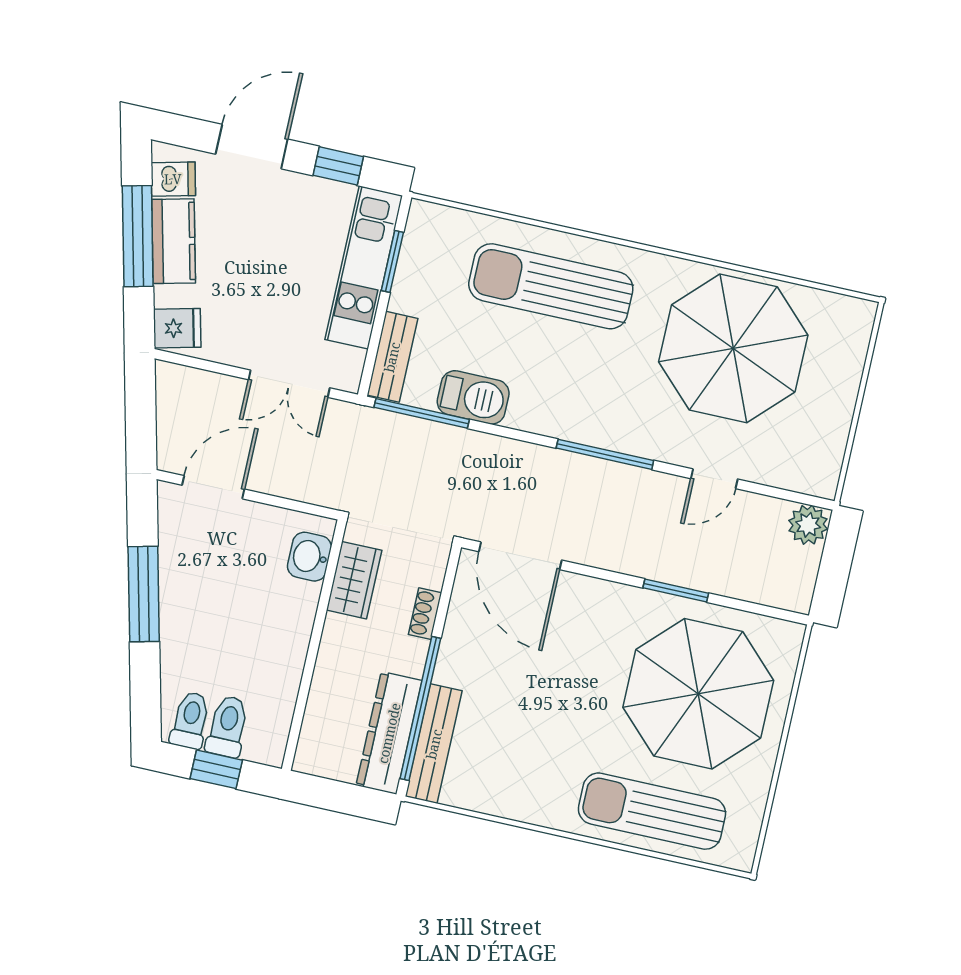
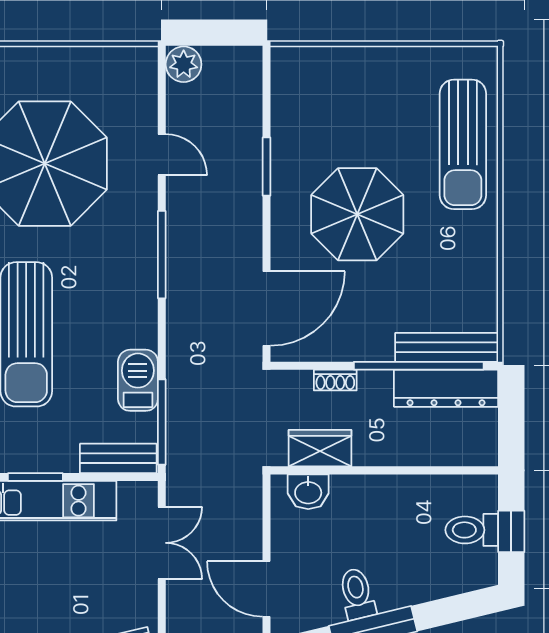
parasol: (698, 694) -> (357, 214), moved, width x0.73, depth x0.73
toilet: (190, 720) -> (357, 594), moved, turned 76

